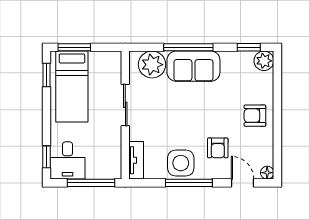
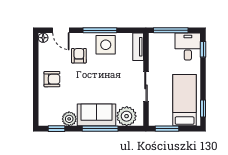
window: (74, 47) -> (167, 129), moved
plant: (264, 61) -> (69, 119), moved

